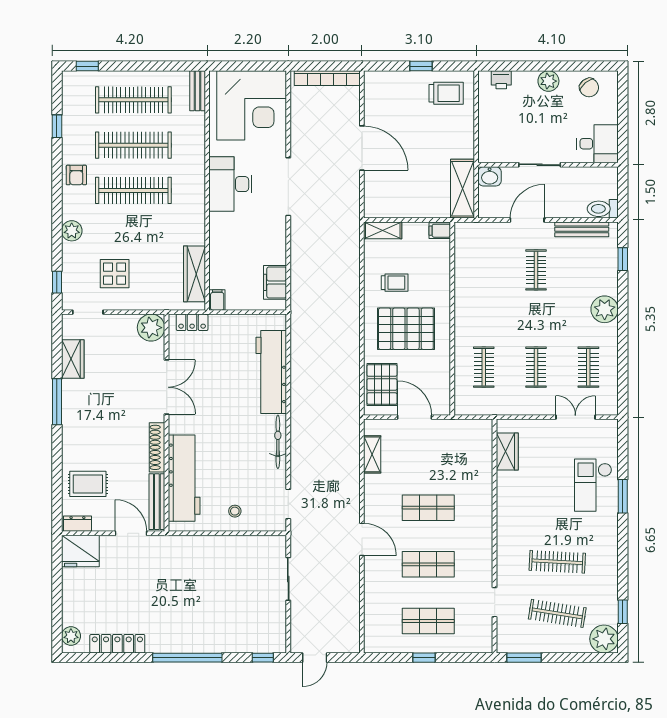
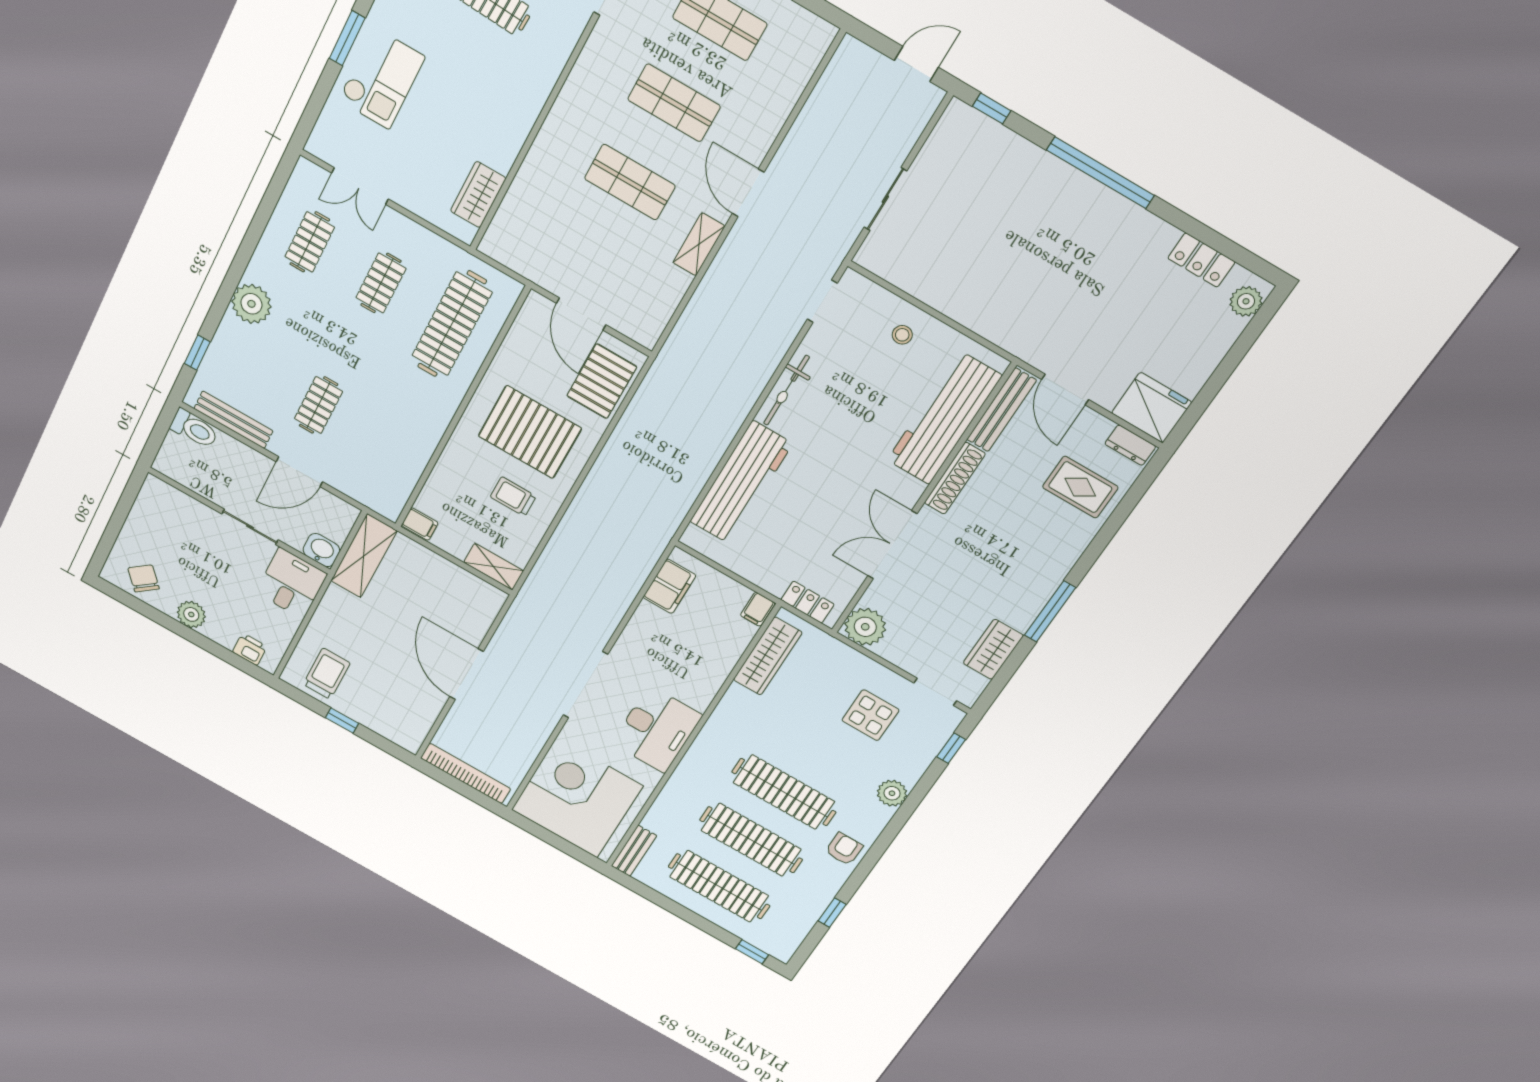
trolley: (446, 93) -> (327, 674), turned 90
desk: (597, 144) -> (291, 583), moved, turned 90
clothes rail: (484, 367) -> (452, 324), width x1.86, depth x1.31
shelving: (372, 454) -> (699, 244), moved
locker: (117, 644) -> (1201, 260), width x0.66

